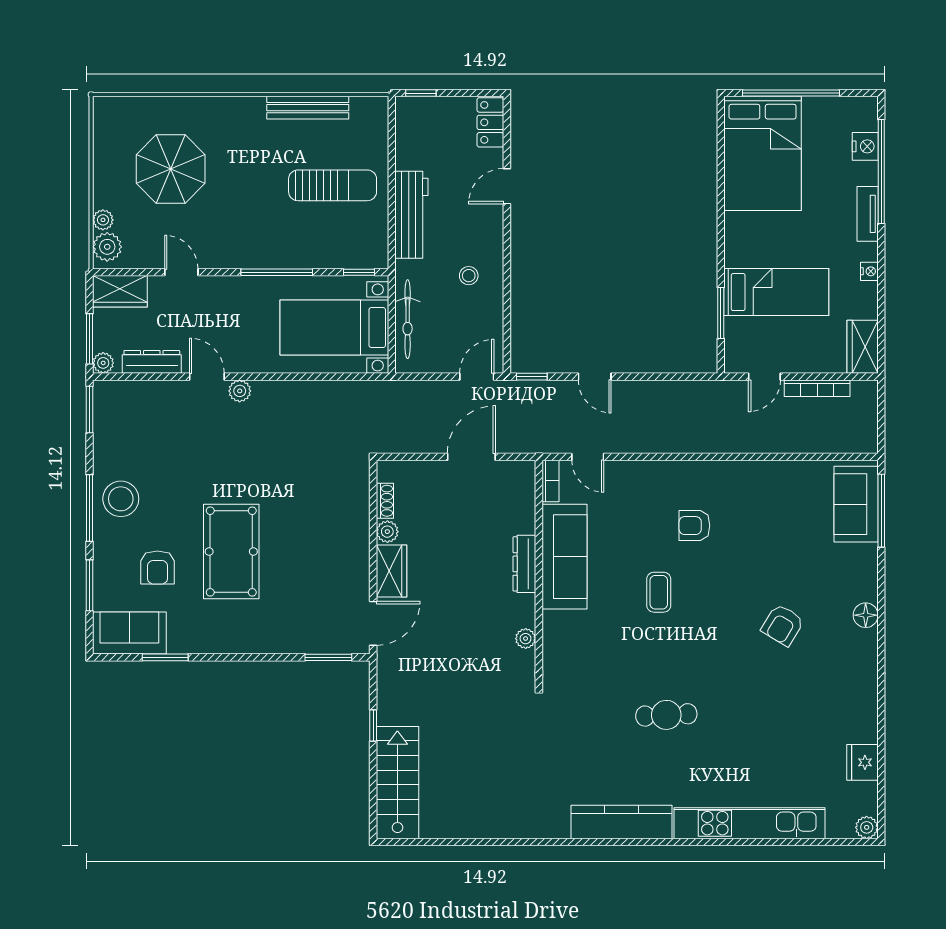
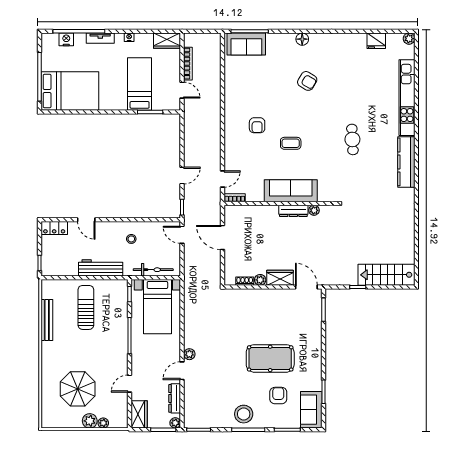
plant: (107, 247) -> (90, 421), moved
sofa: (564, 557) -> (291, 191), moved
dresser: (524, 564) -> (293, 211), moved
armchair: (157, 568) -> (278, 396), turned -90

